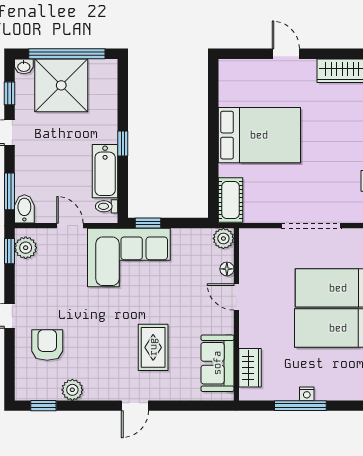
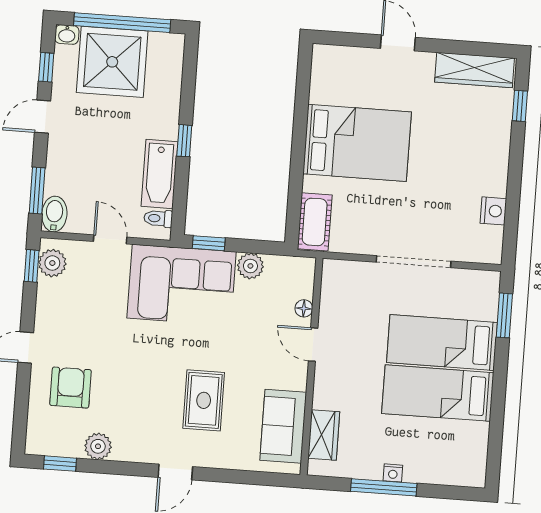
plant: (223, 238) -> (250, 266), moved

